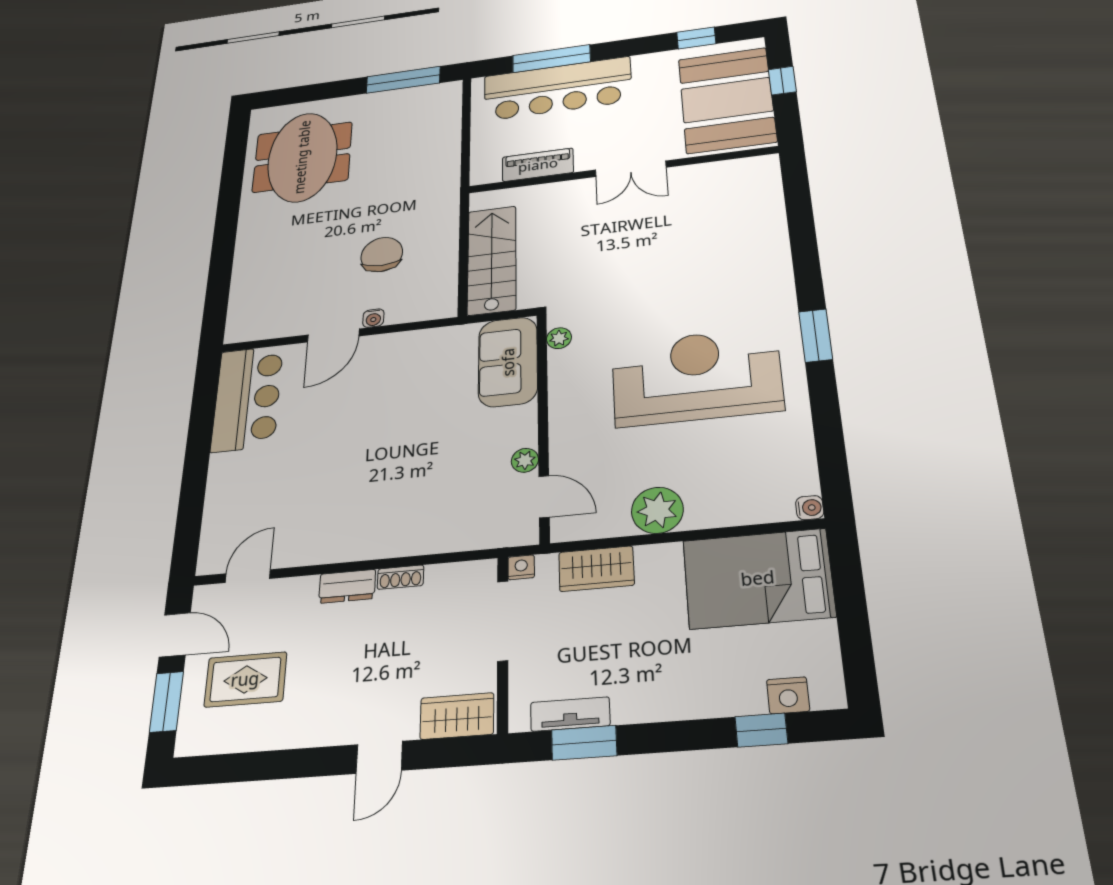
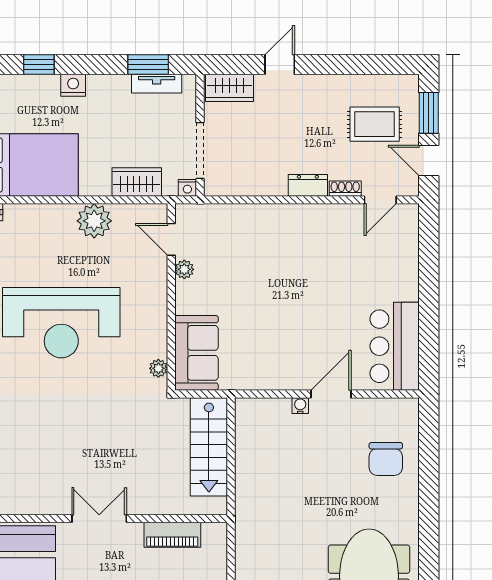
chair: (382, 255) -> (386, 459), moved
shoe rack: (400, 577) -> (345, 189), moved
nightstand: (788, 695) -> (73, 85), moved

